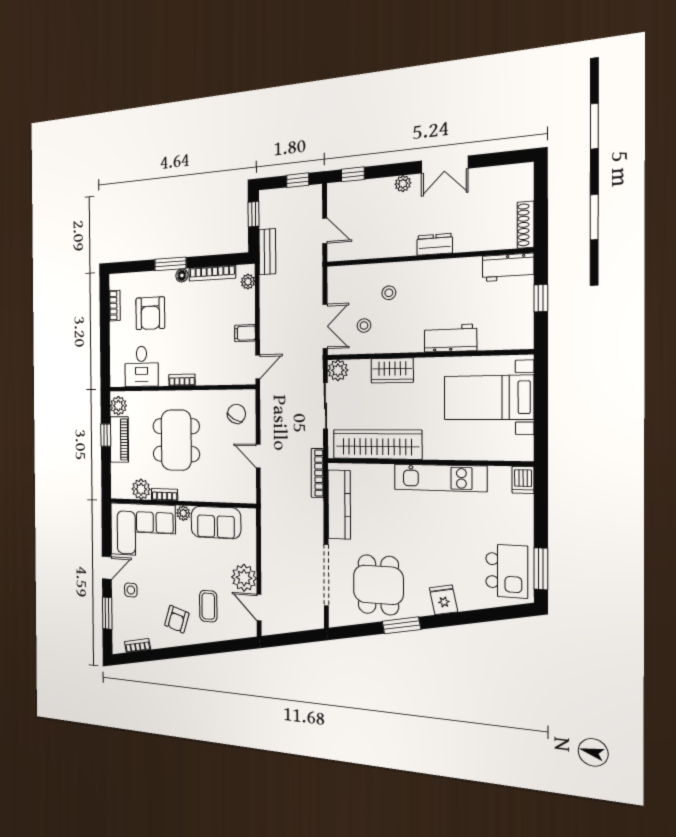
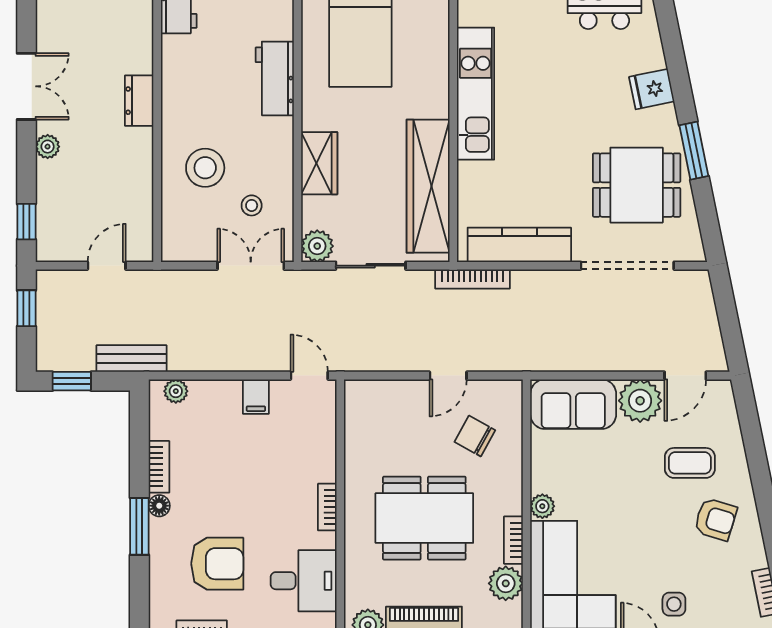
bookcase: (212, 273) -> (159, 467), width x0.64
stool: (389, 293) -> (205, 168), width x1.89, depth x1.89
chair: (236, 414) -> (475, 436), moved
sofa: (216, 522) -> (573, 404), moved, turned 90

